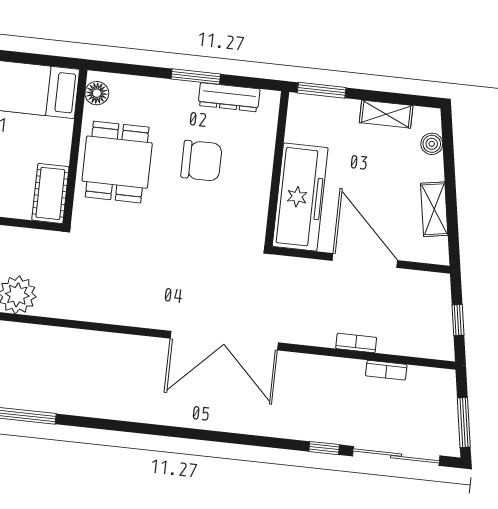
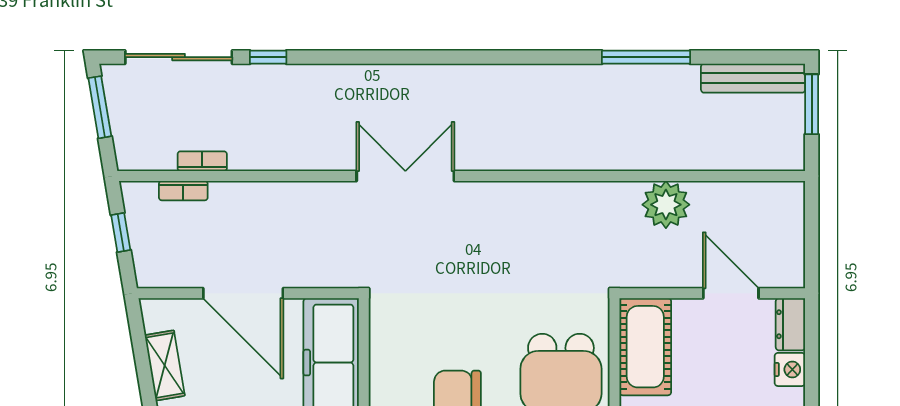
cot: (50, 193) -> (645, 347), width x1.37, depth x1.34
double door: (224, 341) -> (405, 176), width x0.73
bookcase: (356, 343) -> (183, 191), moved

